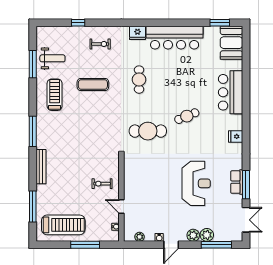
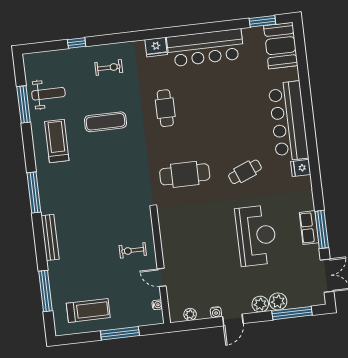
bar counter: (231, 92) -> (288, 121), width x1.36
cafe table: (187, 116) -> (245, 172), moved
treadmill: (63, 225) -> (88, 310), width x0.73, depth x0.73

